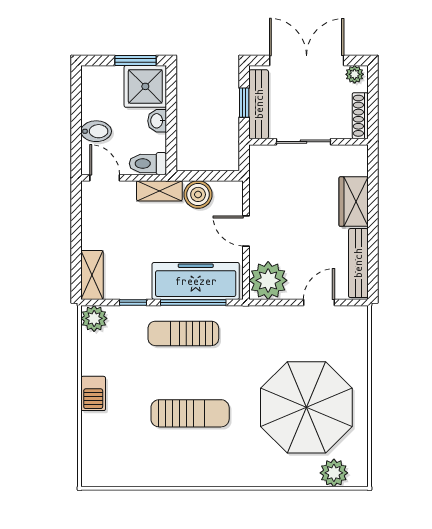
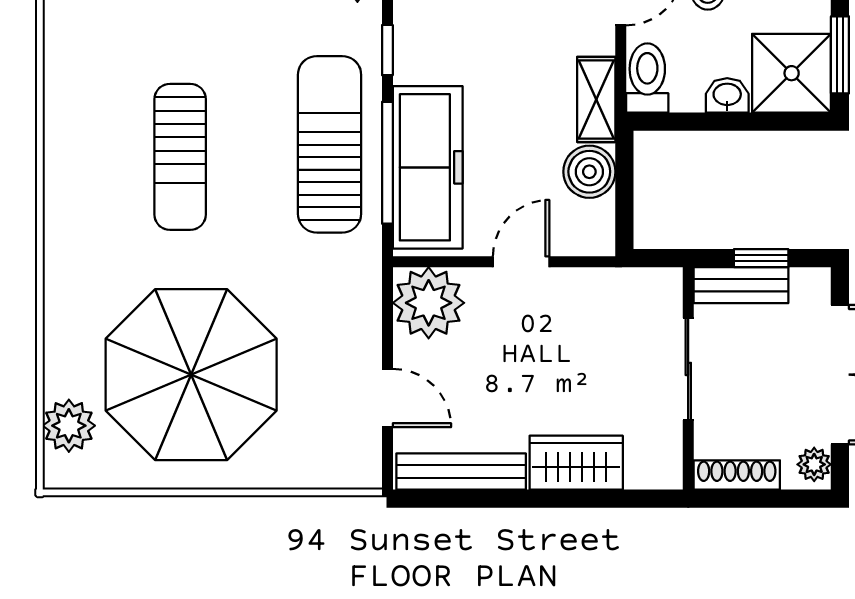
bench: (259, 104) -> (741, 285), width x0.73
sun lounger: (183, 333) -> (330, 144), width x1.36, depth x1.34

